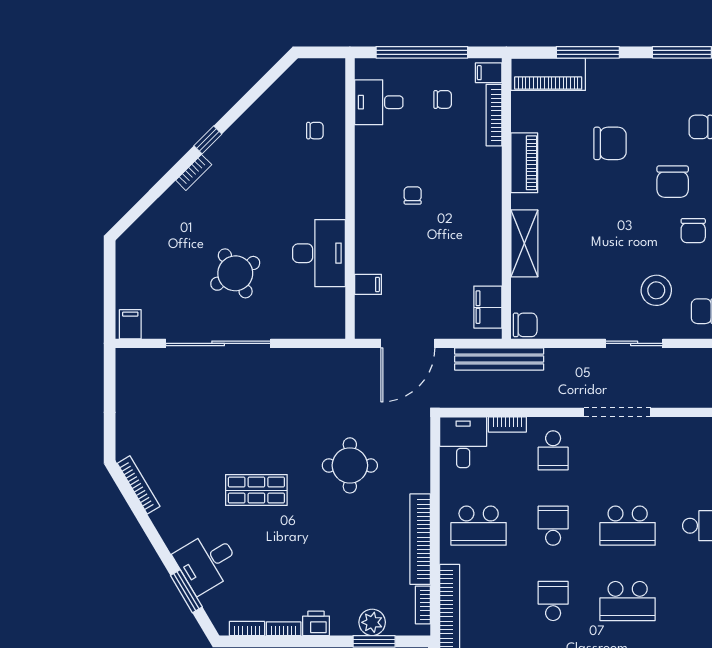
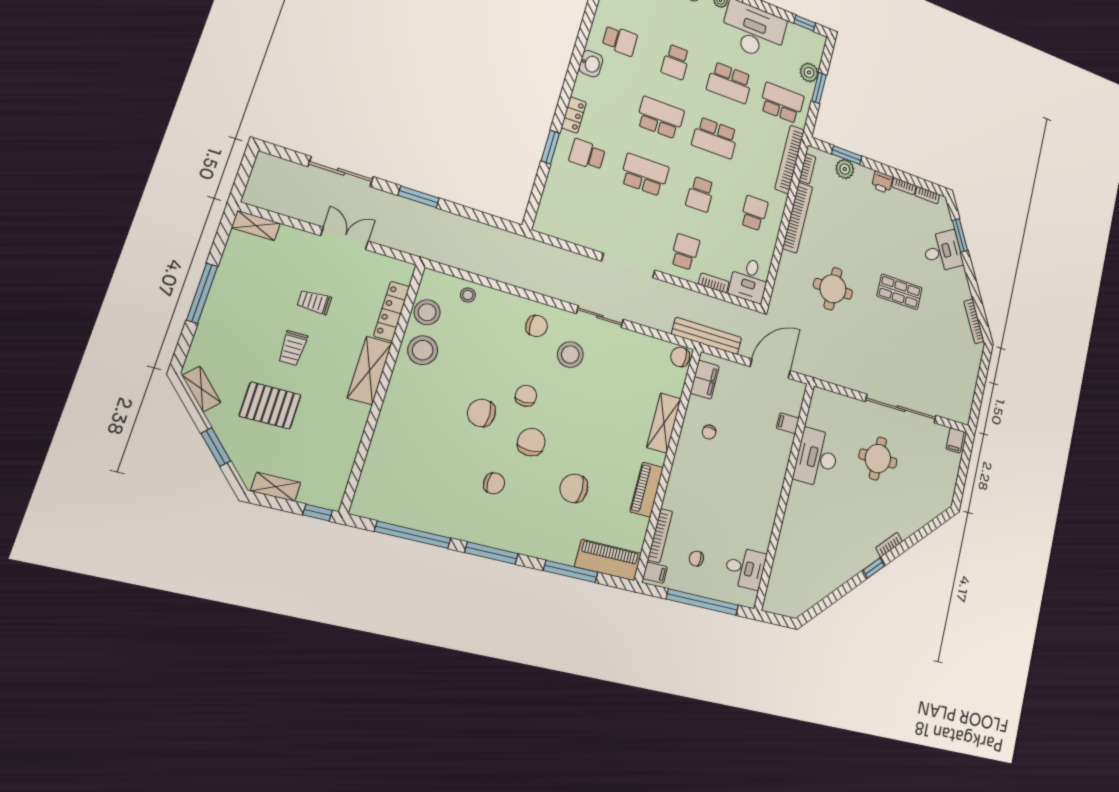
chair: (315, 131) -> (797, 556), removed
chair: (413, 195) -> (709, 432), moved
round table: (235, 273) -> (878, 459), turned 30
school desk: (479, 526) -> (754, 213), width x0.54
school desk: (553, 601) -> (715, 138), width x1.85

